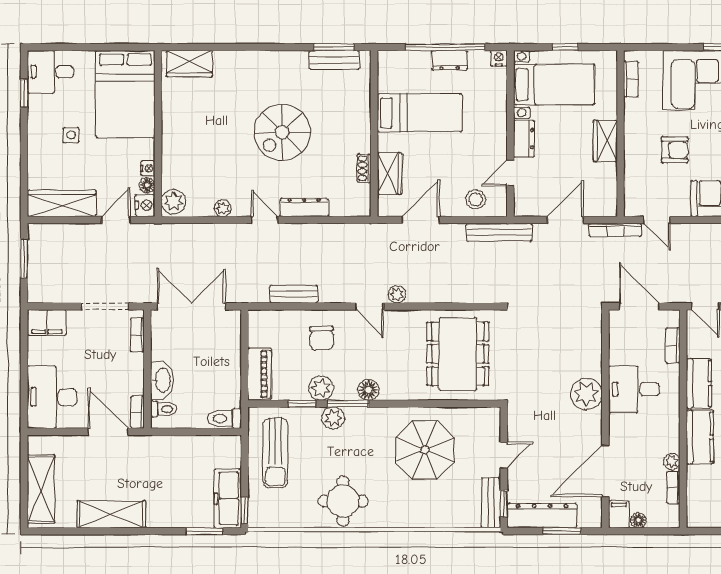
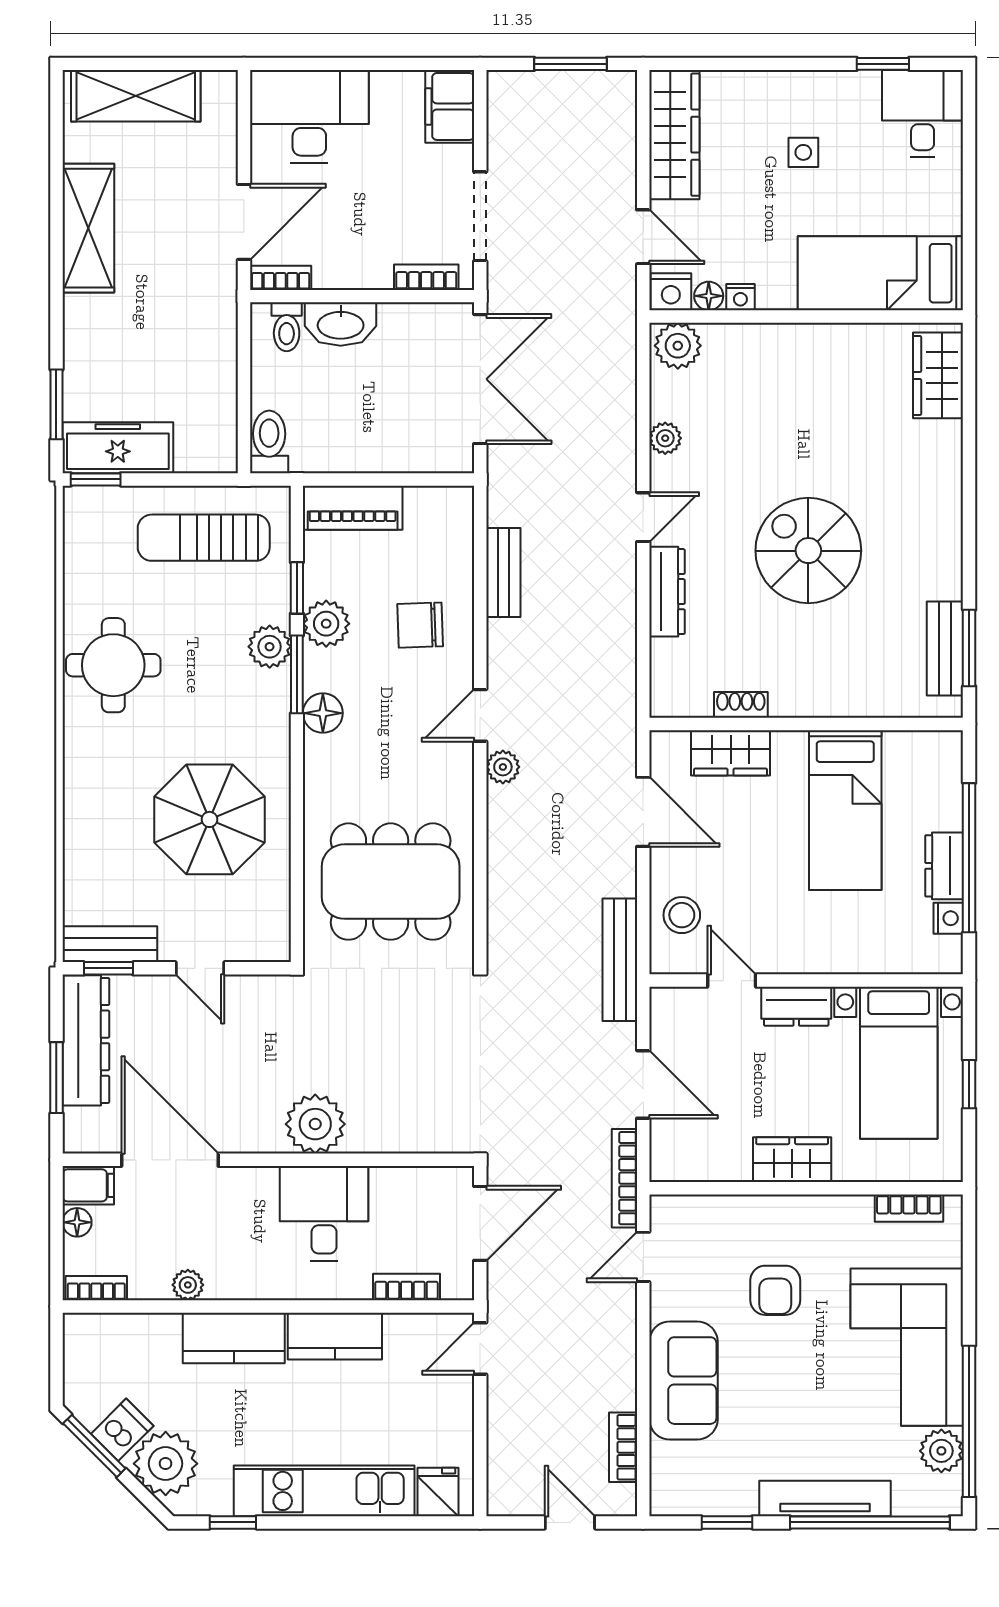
nightstand: (499, 58) -> (948, 918), moved
bed: (125, 94) -> (880, 273), width x0.67
bookcase: (673, 488) -> (96, 1288), moved

